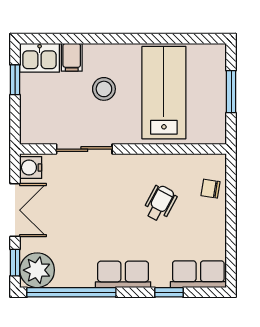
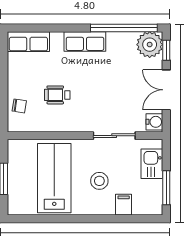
kitchen sink: (40, 58) -> (152, 164), moved, turned -90
window: (15, 80) -> (166, 188), width x1.50
lab bench: (164, 93) -> (54, 178), turned 180
wheelchair: (160, 203) -> (57, 95), turned 62
window: (169, 292) -> (50, 28), removed

